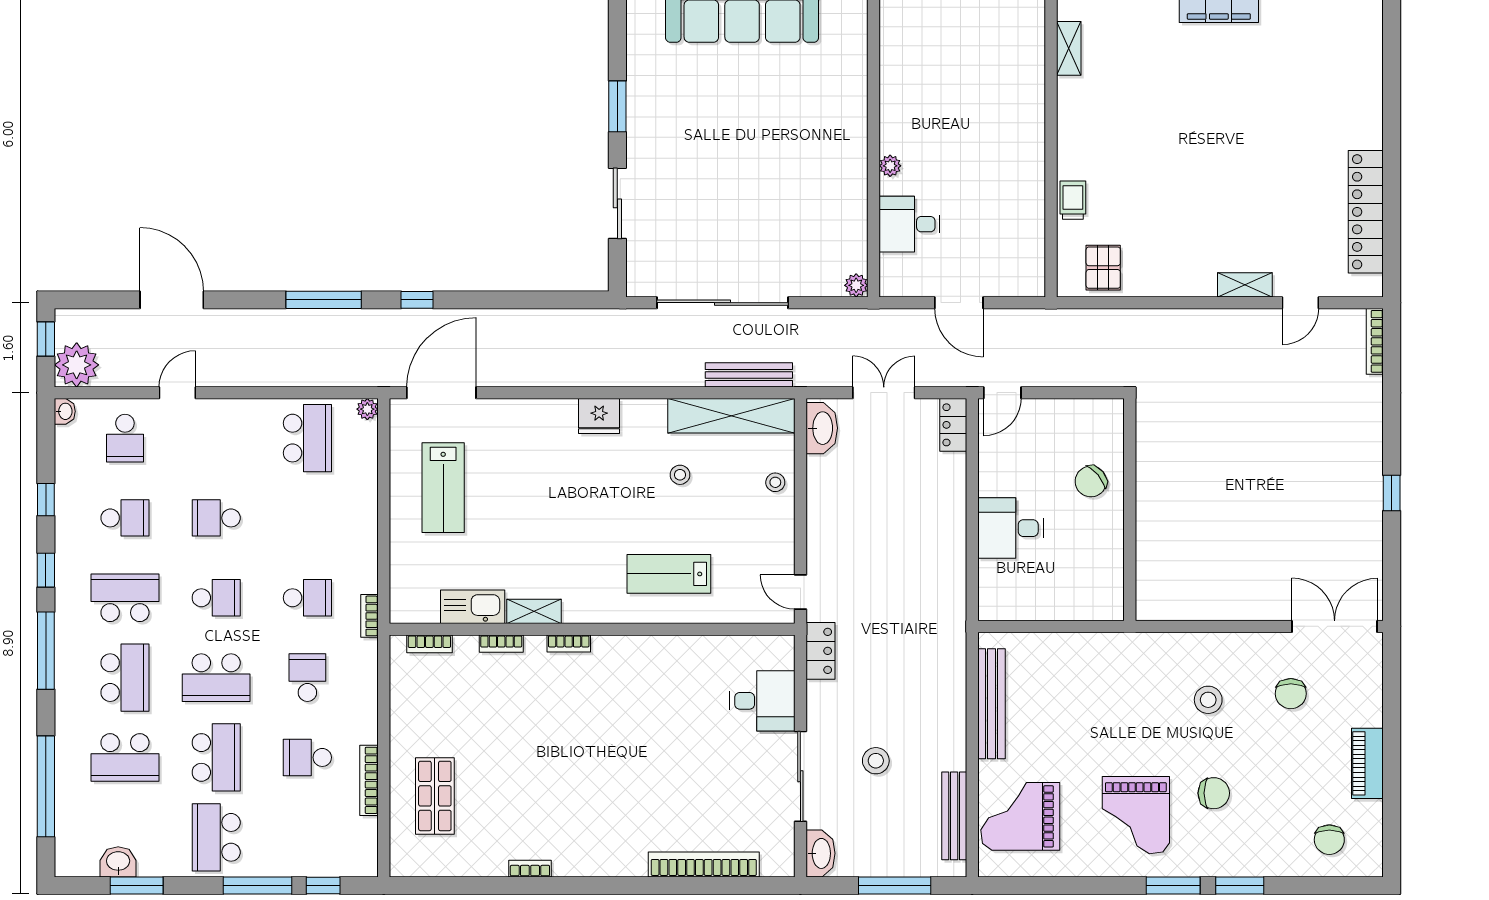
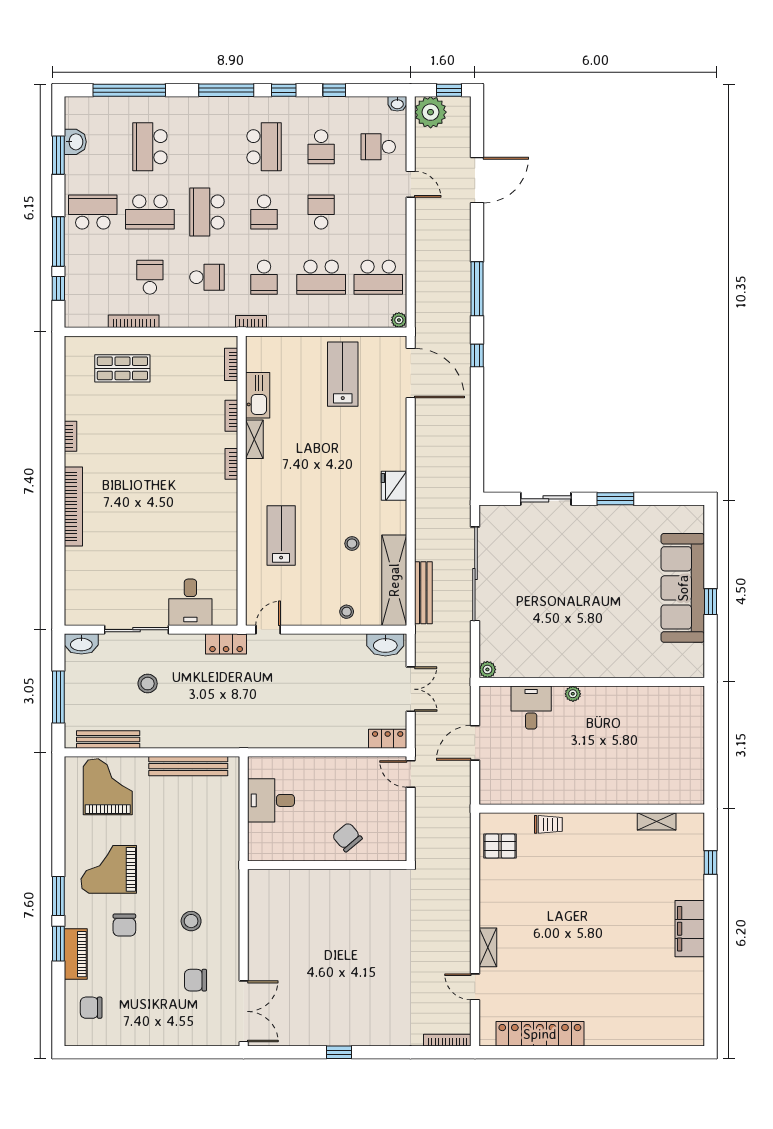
lab bench: (443, 488) -> (343, 374), turned 90
desk: (1011, 528) -> (271, 800), moved, turned -90
school desk: (125, 678) -> (321, 277), moved
piano: (1367, 763) -> (76, 954), moved, turned 90
bookcase: (704, 864) -> (73, 506), moved

